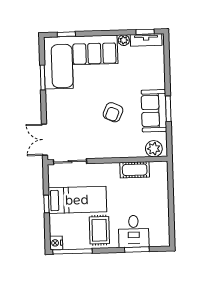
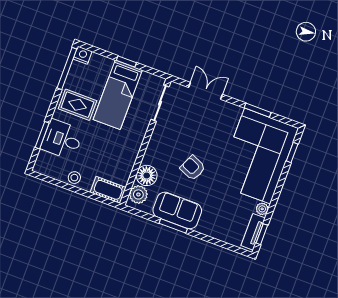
double door: (45, 140) -> (206, 91), moved
floor lamp: (135, 148) -> (147, 175), added
cot: (135, 170) -> (108, 190), moved, turned 90
stool: (161, 208) -> (74, 178), added

